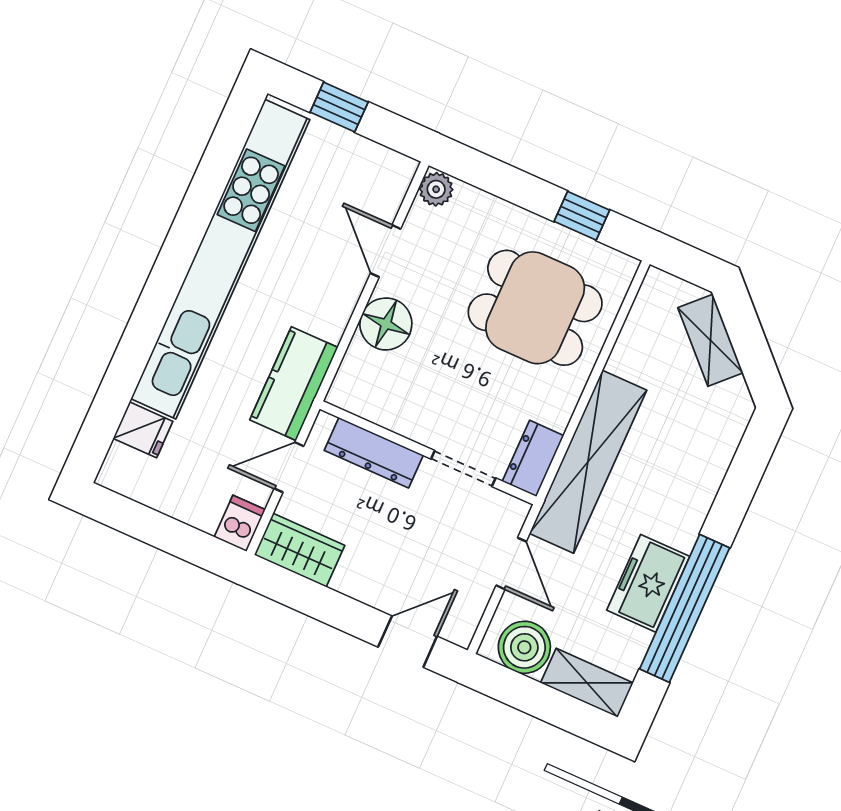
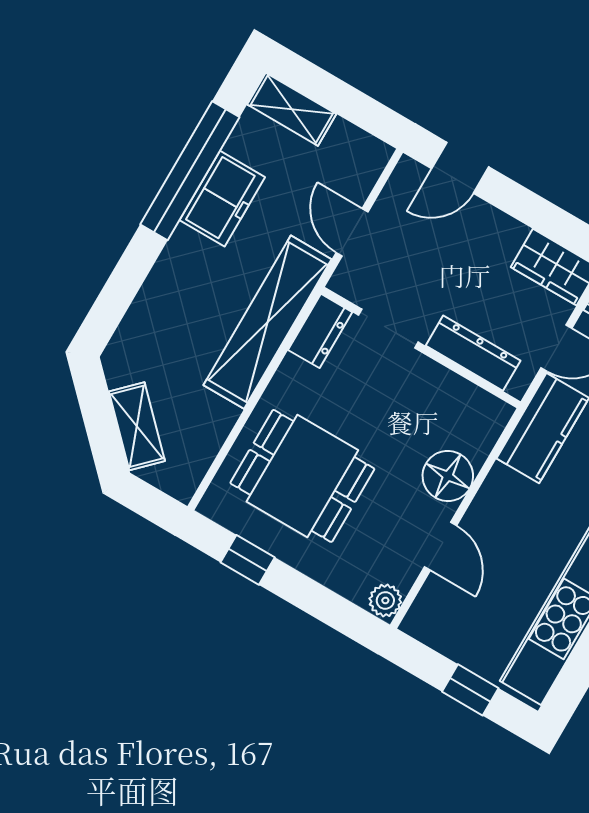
boiler: (524, 647) -> (348, 150), removed

